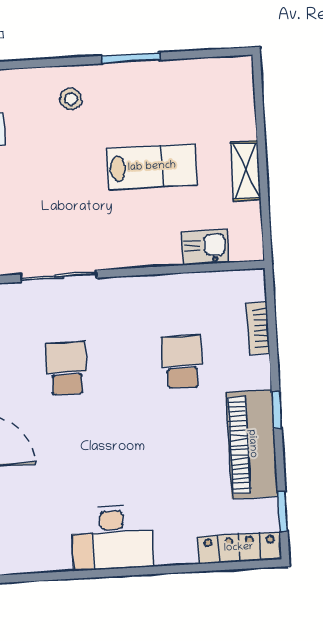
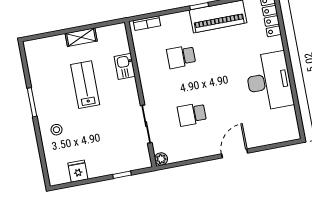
kitchen sink: (205, 247) -> (125, 66), moved
bookcase: (258, 328) -> (147, 23), moved
desk: (112, 537) -> (269, 81), width x1.36, depth x1.30

